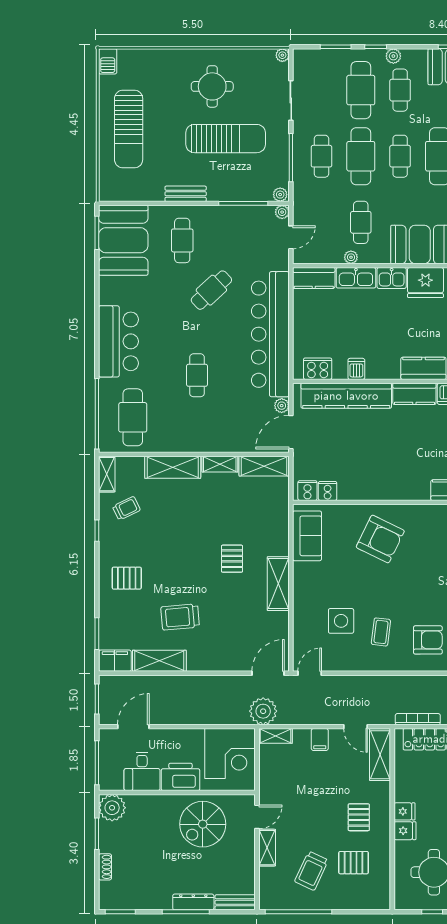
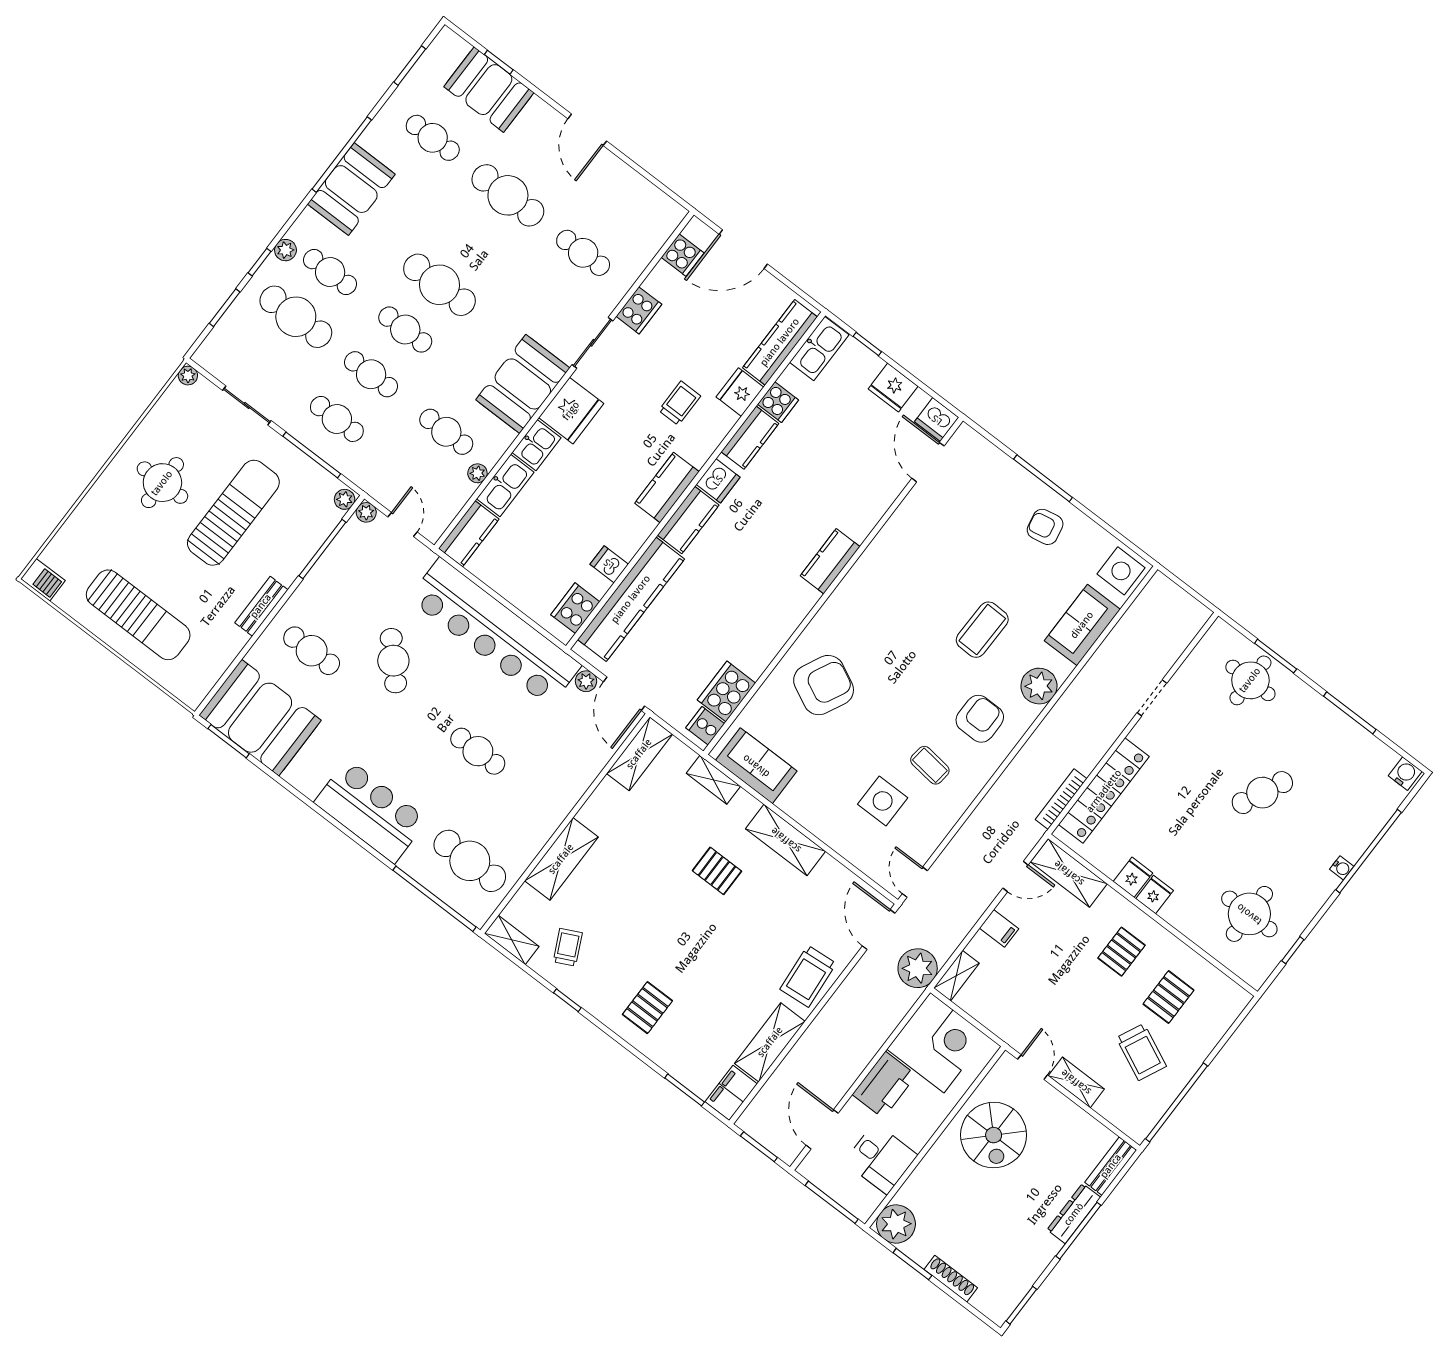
cafe table: (361, 156) -> (371, 374), width x0.73, depth x0.74
shelving: (220, 464) -> (713, 780), moved, turned 90
cooker: (328, 491) -> (727, 692), width x1.87, depth x1.31
trolley: (180, 617) -> (808, 976), moved
printer: (180, 777) -> (884, 1085), moved, turned 180
pallet: (359, 817) -> (1121, 952), turned 90
fridge: (405, 831) -> (1133, 877), moved
shoe rack: (105, 867) -> (951, 1279), width x1.43

